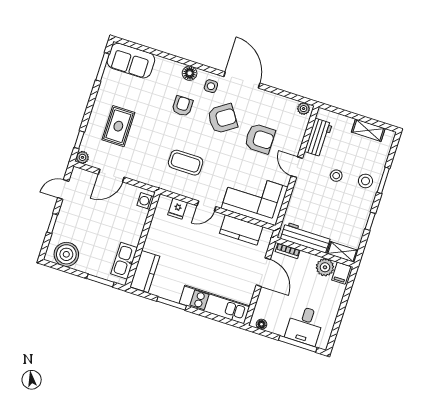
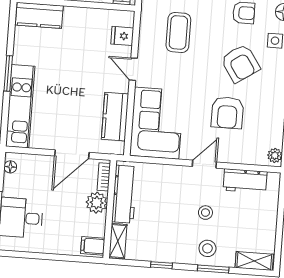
shelving: (368, 130) -> (254, 261), moved, turned 90
plant: (325, 267) -> (97, 203), moved
window: (172, 303) -> (8, 73), moved

